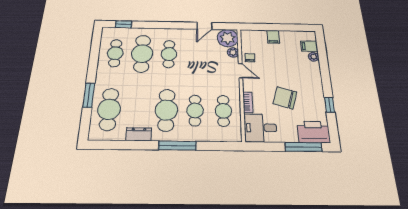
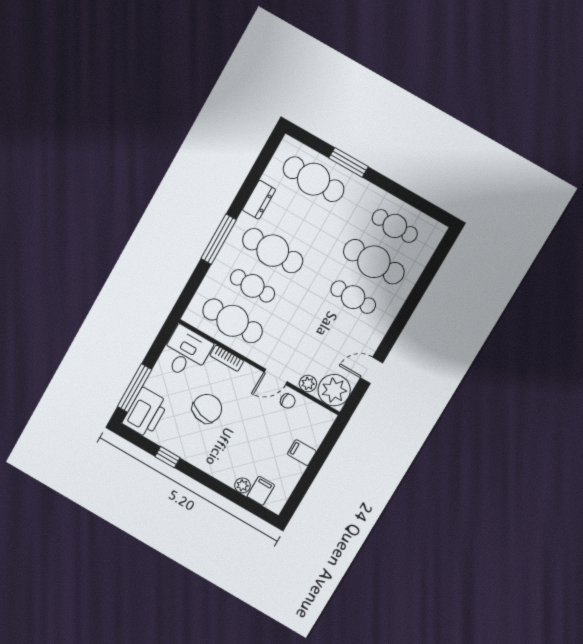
window: (123, 24) -> (437, 260), removed
door: (204, 26) -> (371, 370), hinge flipped
cafe table: (223, 111) -> (233, 321), width x1.37, depth x1.35

